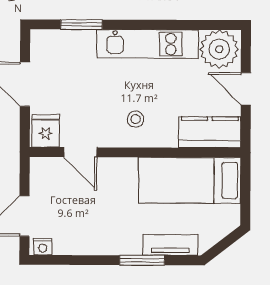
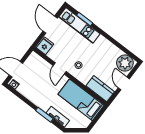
kitchen unit: (147, 44) -> (79, 25), moved
door: (80, 152) -> (60, 68), moved

